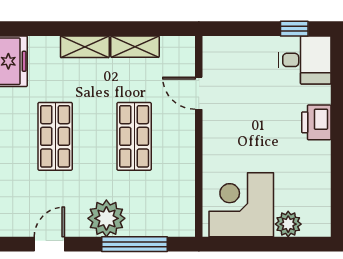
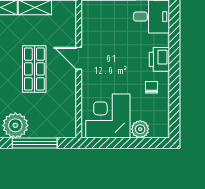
door: (199, 93) -> (79, 58), moved
chair: (305, 163) -> (152, 87), added

